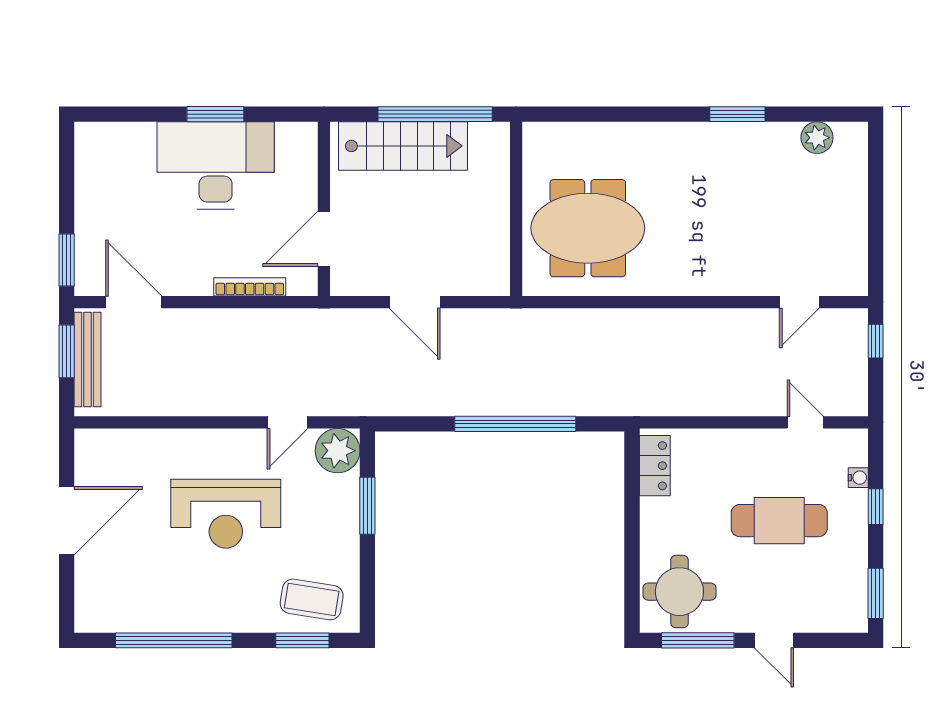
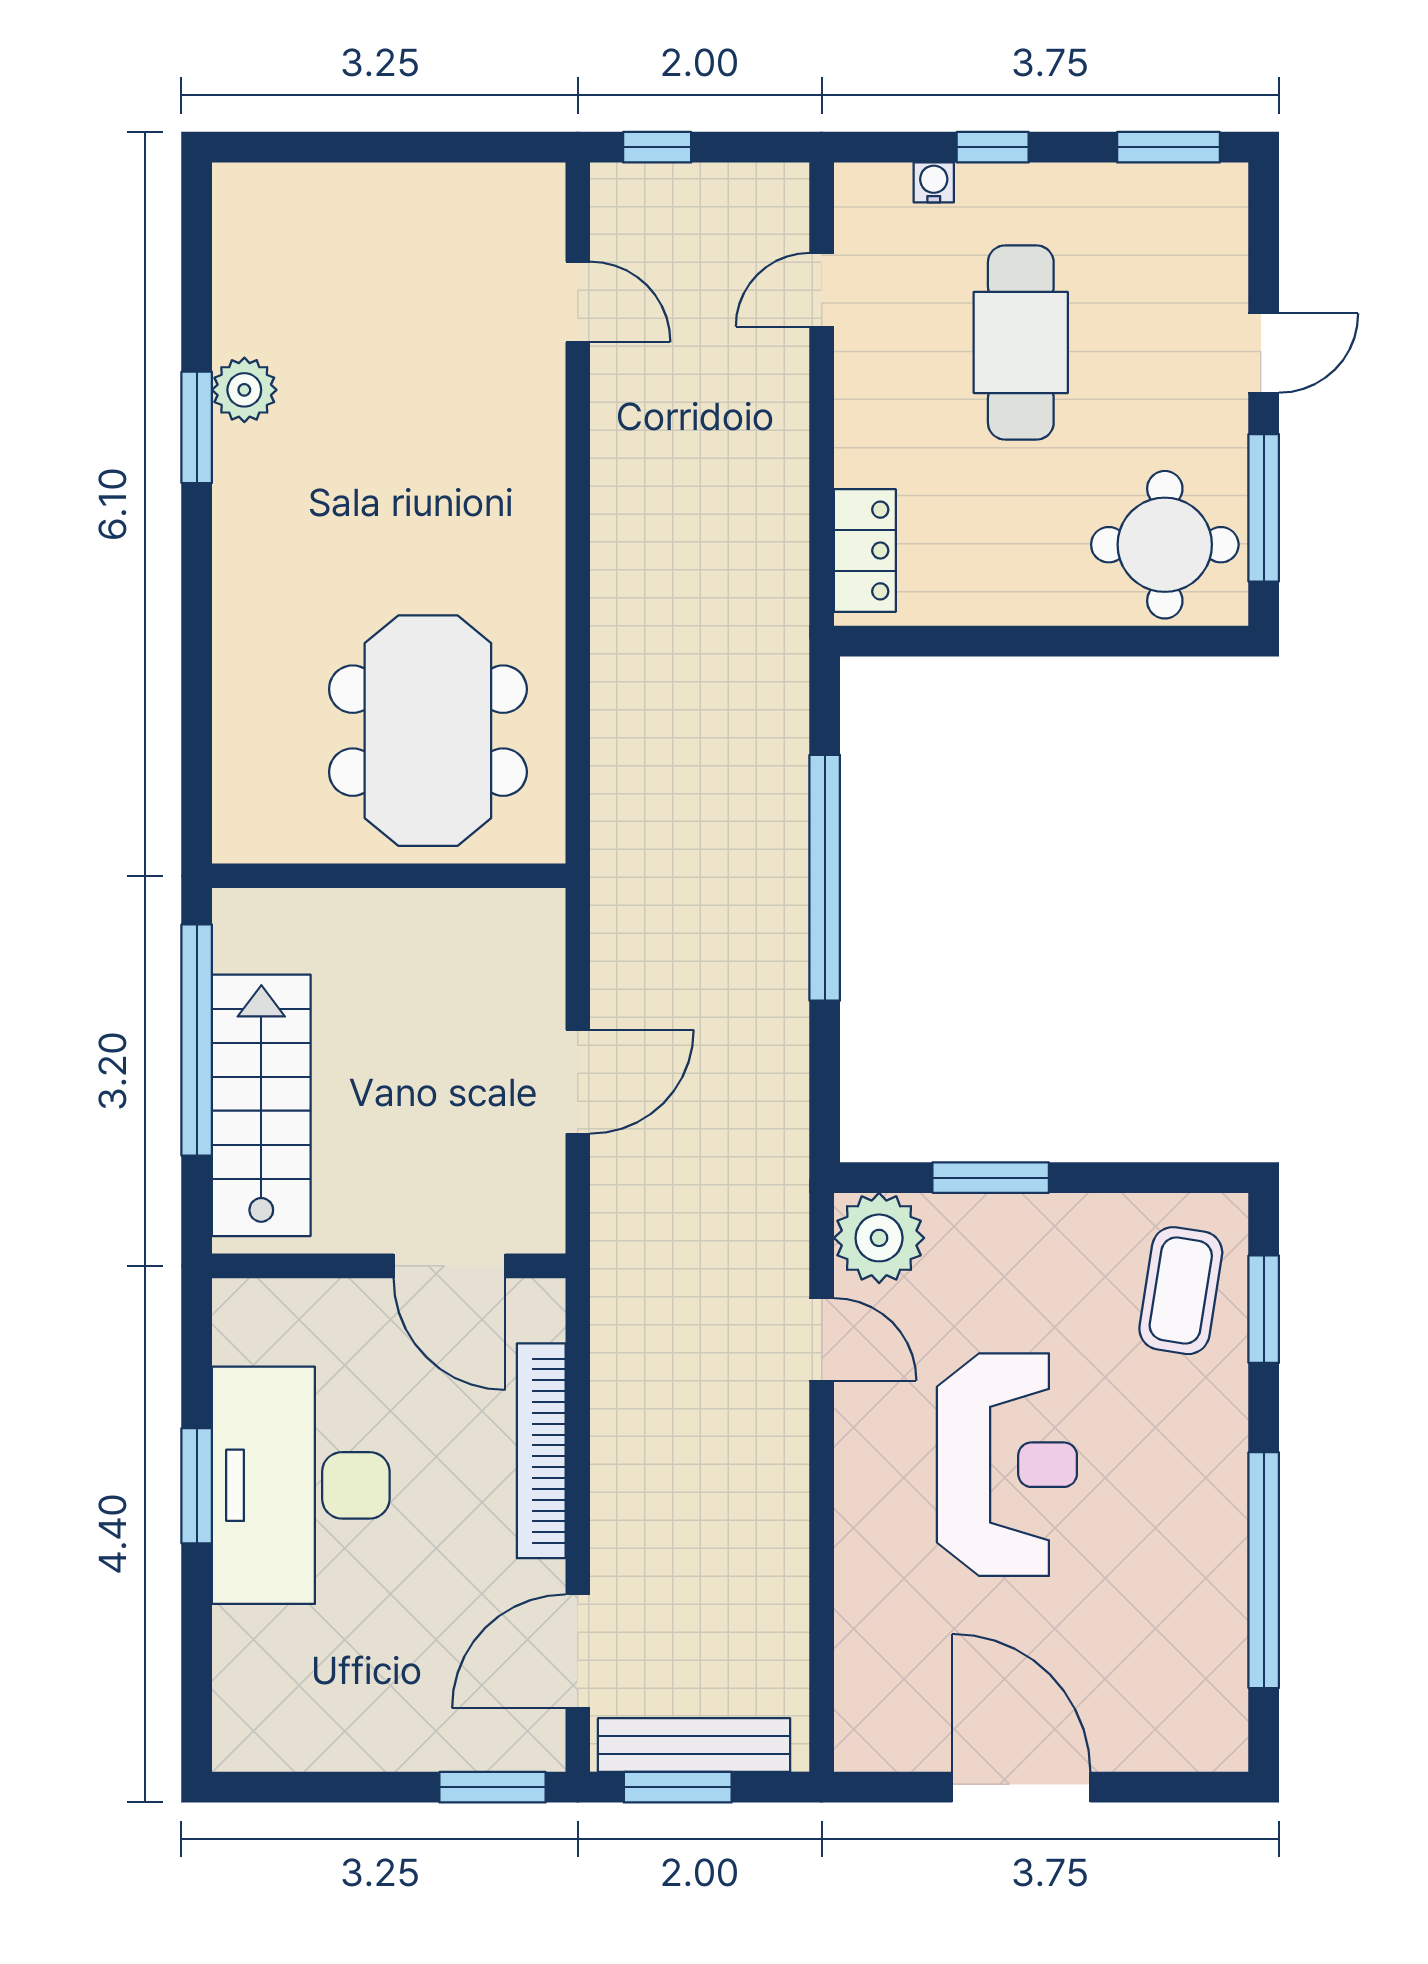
plant: (817, 138) -> (244, 390), moved
bookcase: (250, 287) -> (541, 1451), width x1.48, depth x1.31
locker: (655, 466) -> (865, 551), moved, turned 90

